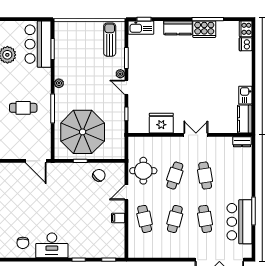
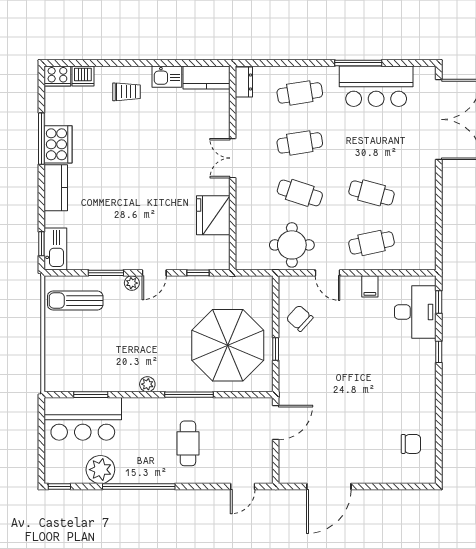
trolley: (236, 71) -> (126, 92), added
cafe table: (205, 219) -> (300, 93), moved
desk: (52, 245) -> (415, 312), moved

